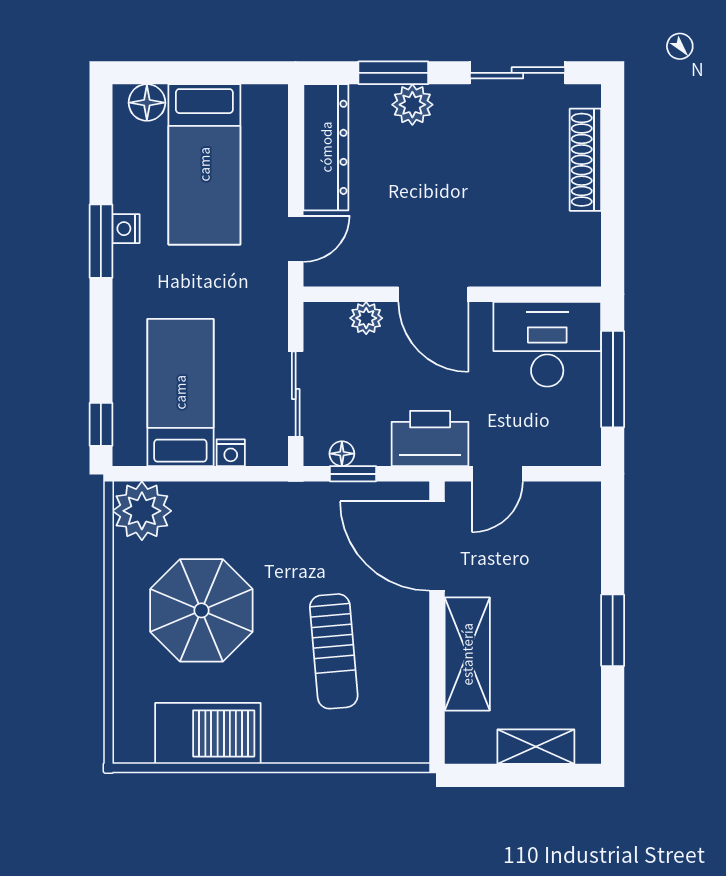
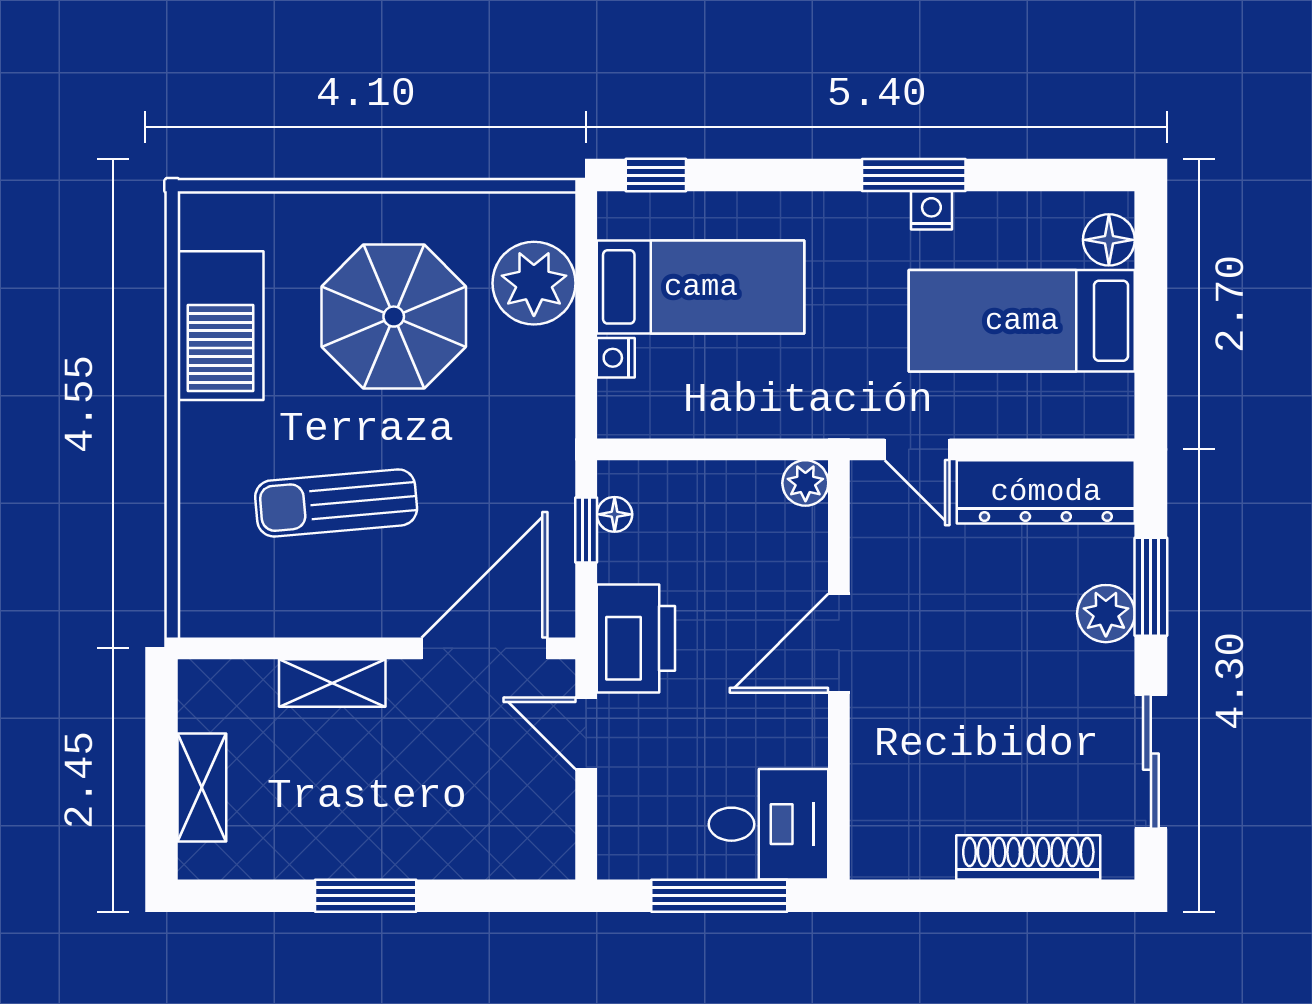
plant: (366, 318) -> (805, 483), moved
desk: (547, 344) -> (769, 824), width x0.73
sliding door: (296, 394) -> (698, 449), removed
plant: (142, 511) -> (534, 283), moved
shelving: (467, 654) -> (332, 683), width x0.67, depth x0.75

